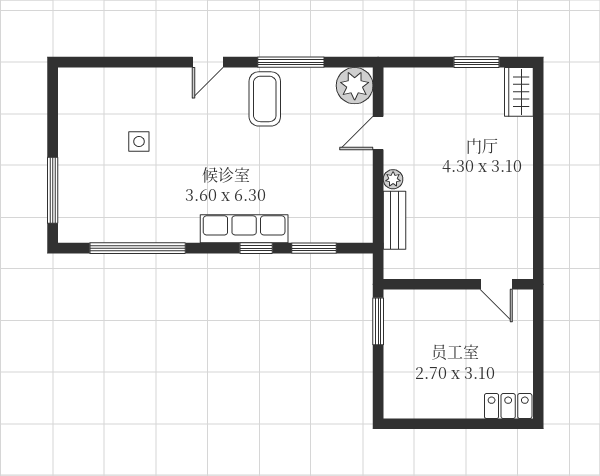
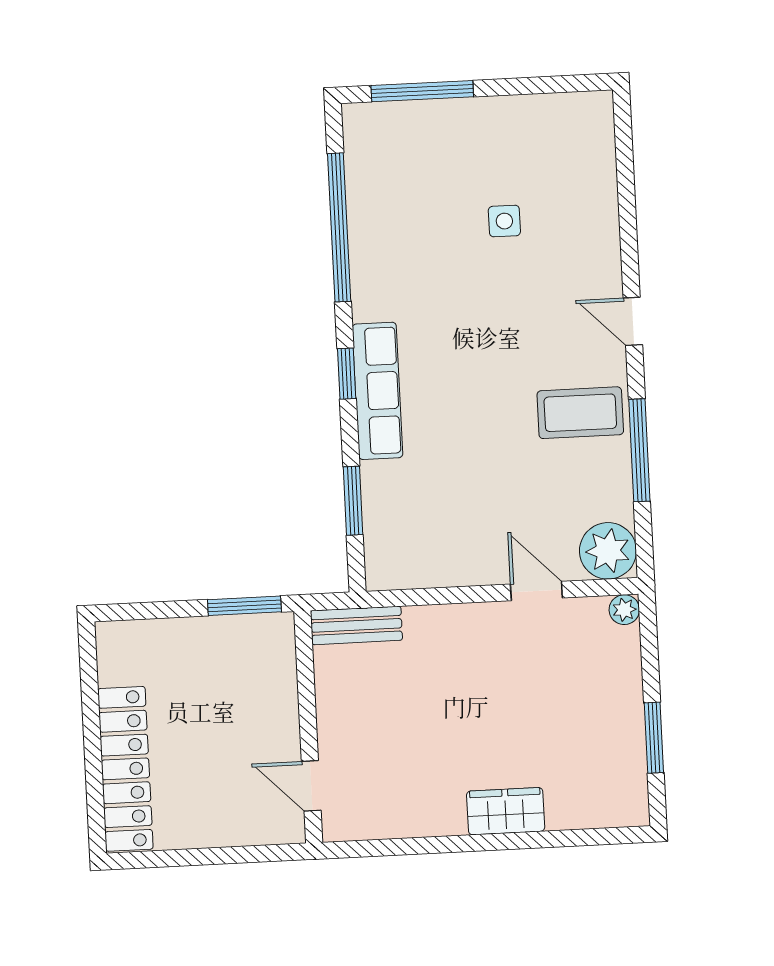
wardrobe: (519, 92) -> (506, 811), moved
plant: (393, 179) -> (624, 610), moved
bench: (394, 220) -> (356, 625), moved
window: (256, 248) -> (347, 374), moved
door: (496, 284) -> (311, 786), hinge flipped
locker: (508, 406) -> (125, 769), width x2.16, depth x1.21

